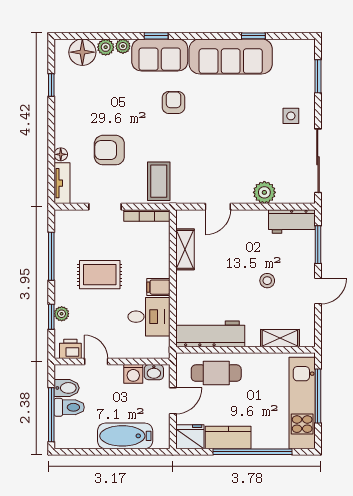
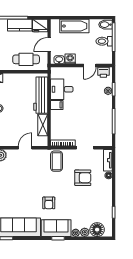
rug: (100, 275) -> (88, 112), removed
workbench: (210, 334) -> (41, 95), moved, turned 90
door: (96, 362) -> (90, 65), hinge flipped
bidet: (67, 388) -> (105, 25), moved

